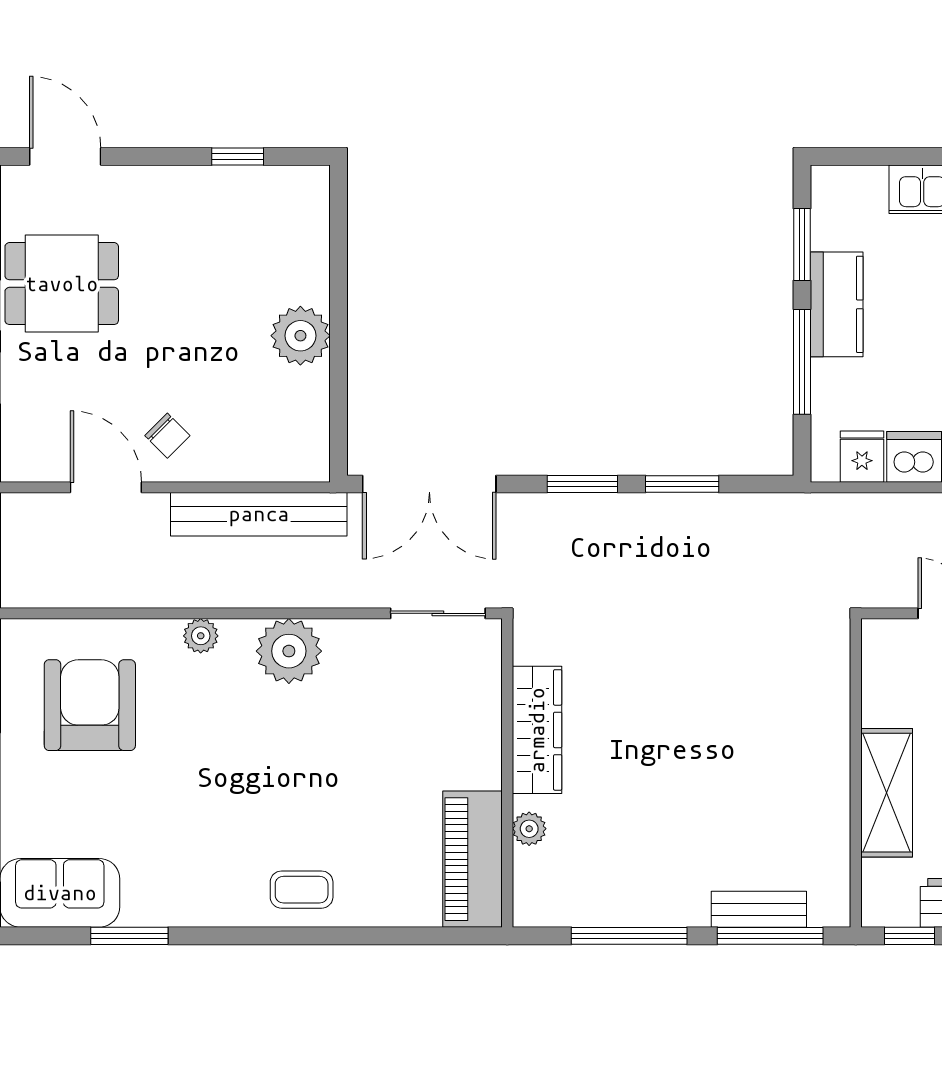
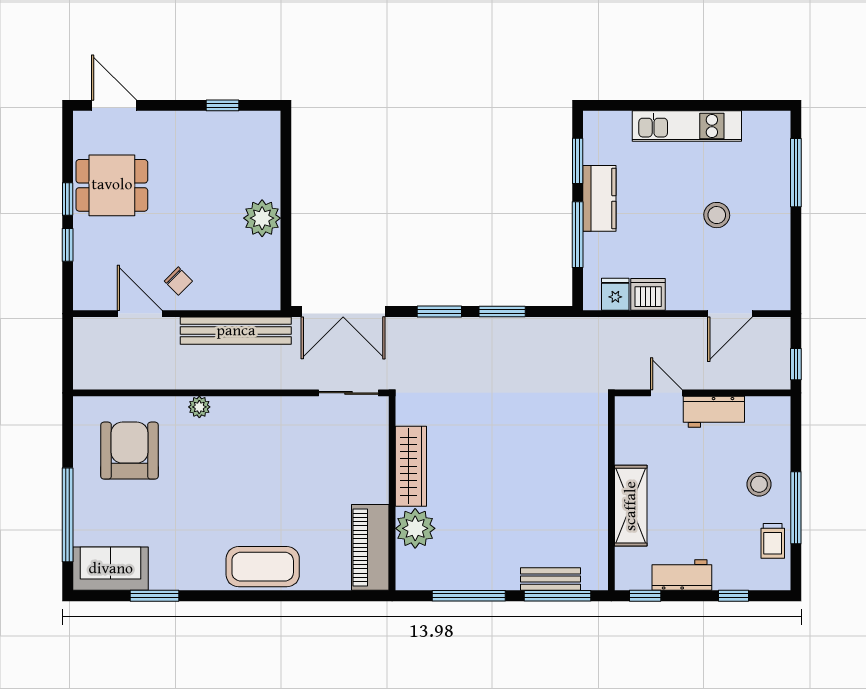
plant: (289, 651) -> (255, 417), removed
plant: (529, 829) -> (415, 528), width x1.87, depth x1.87
coffee table: (302, 890) -> (263, 567), width x1.86, depth x1.72

